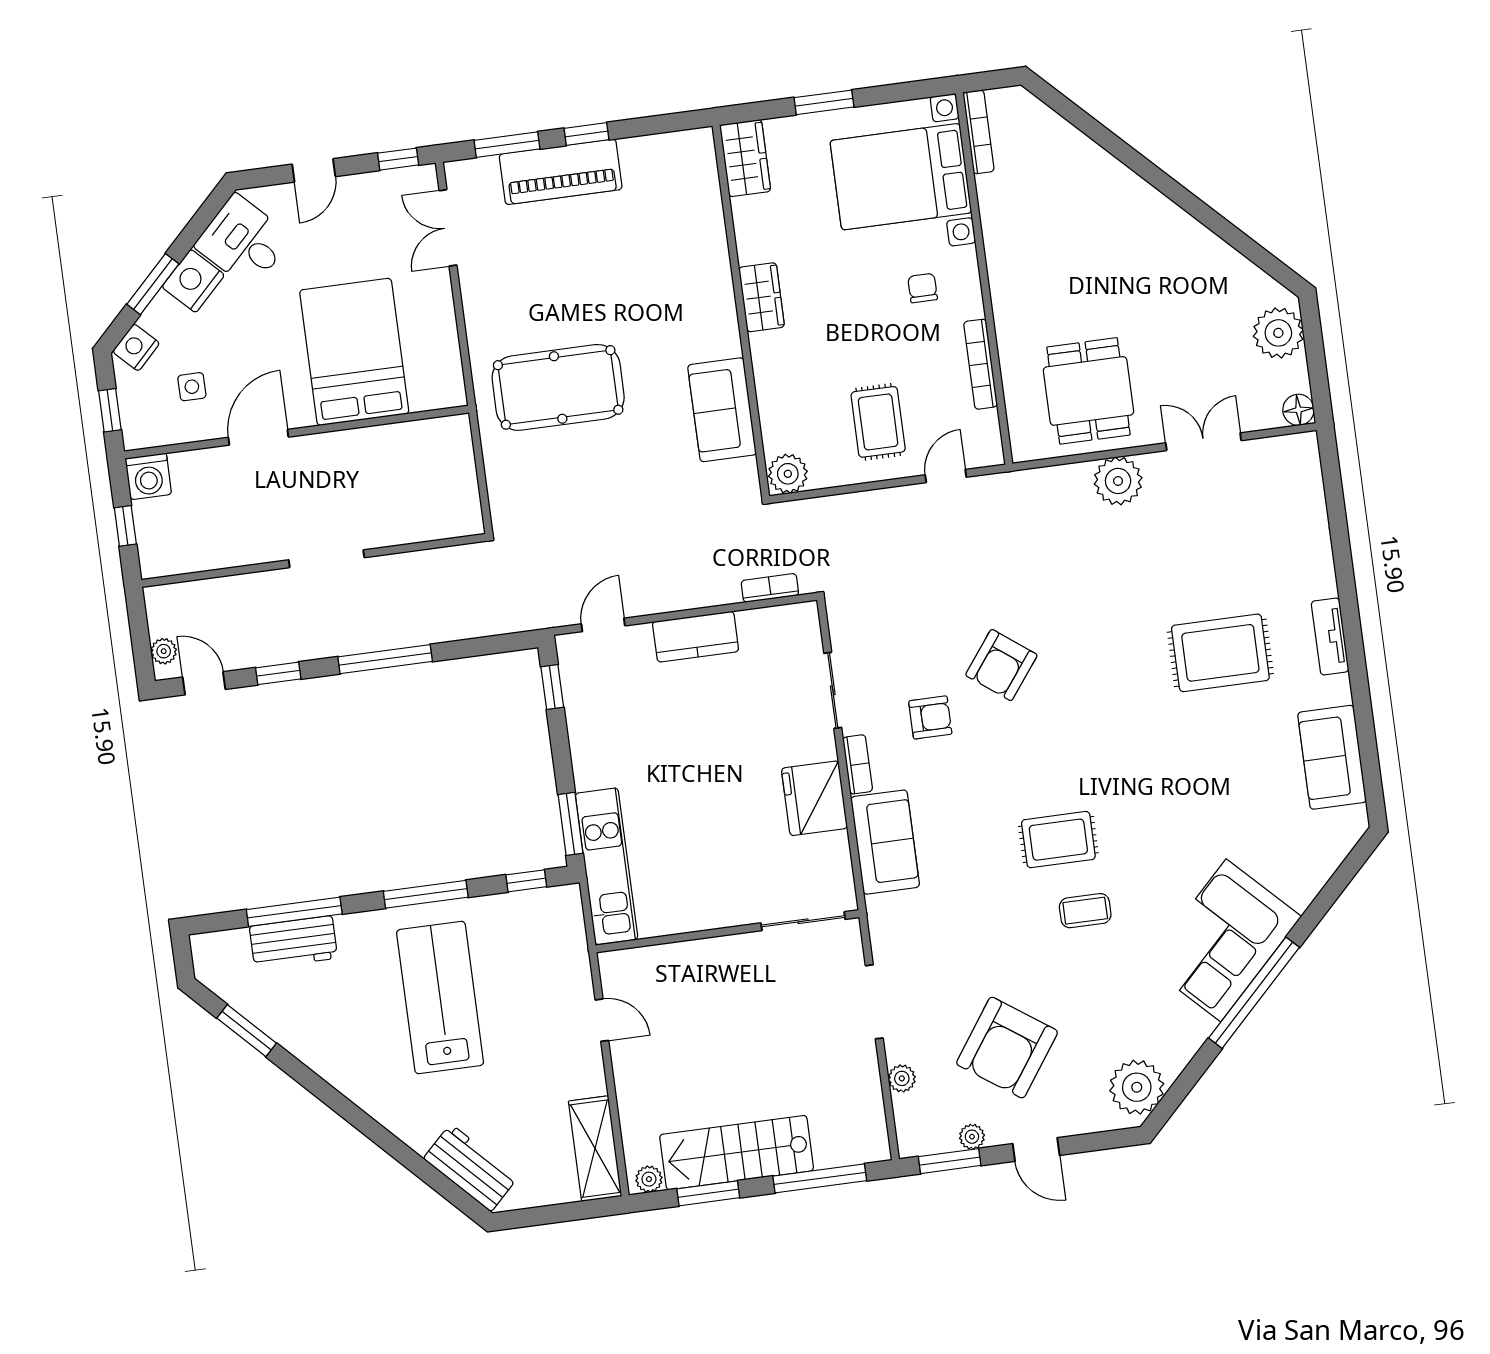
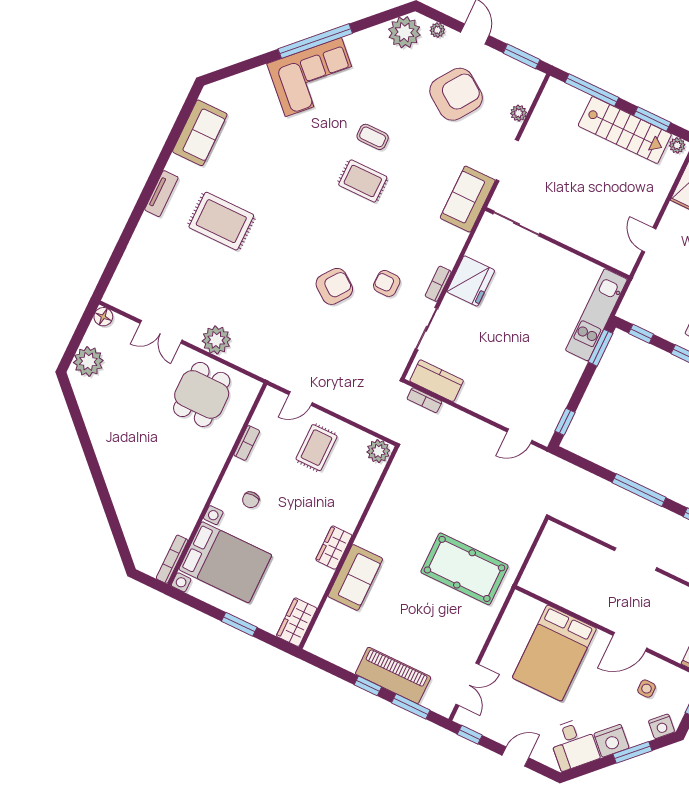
bookcase: (981, 364) -> (247, 443), width x0.64
sofa: (722, 410) -> (355, 577), moved
kitchen counter: (696, 637) -> (437, 381), moved
sofa: (885, 842) -> (468, 199), moved
plant: (972, 1137) -> (437, 30), moved

